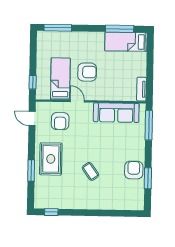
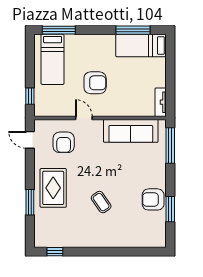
bed: (60, 79) -> (53, 59), moved, turned 180
armchair: (134, 170) -> (153, 199), turned -90

